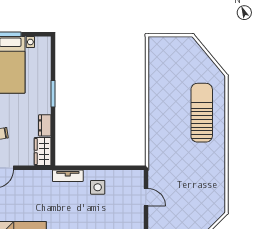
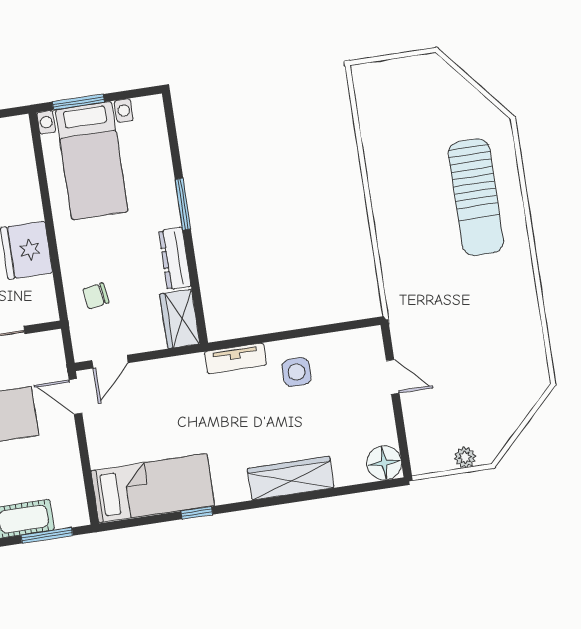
sun lounger: (202, 113) -> (476, 197), turned 180
dresser: (45, 125) -> (175, 258), width x1.44

